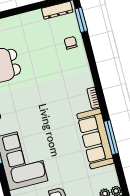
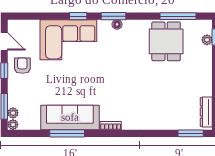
chair: (71, 43) -> (171, 117), removed

